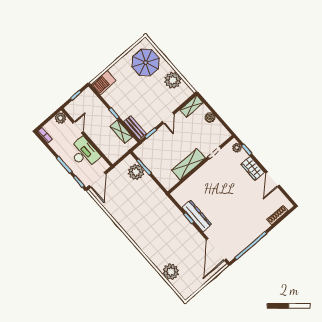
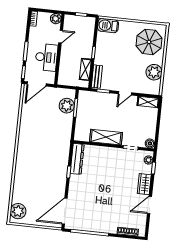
boiler: (210, 118) -> (150, 143), moved
dresser: (197, 216) -> (77, 159), moved
plant: (171, 272) -> (18, 211), moved

